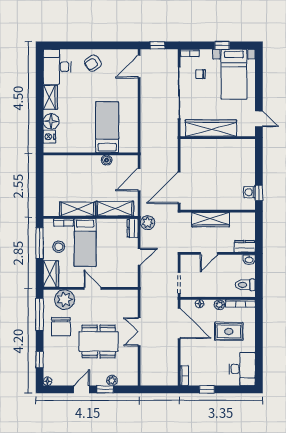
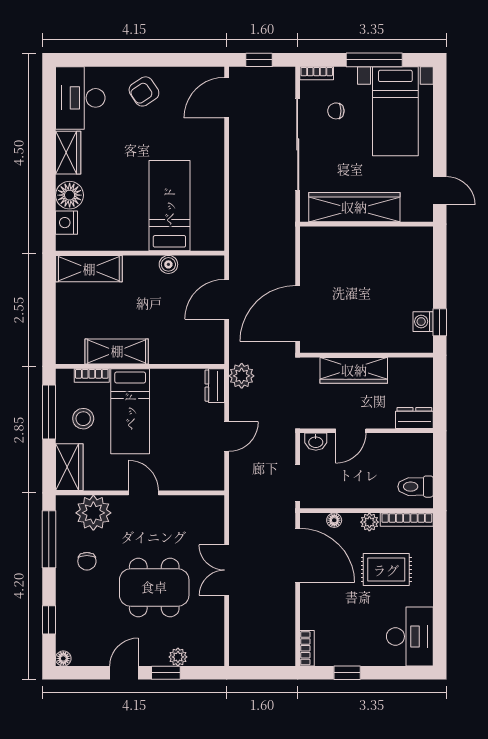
window: (222, 45) -> (374, 60), width x2.17
shelving: (115, 209) -> (89, 269), moved
washbasin: (249, 260) -> (316, 442), moved
chair: (61, 327) -> (87, 561), width x0.54, depth x0.54

